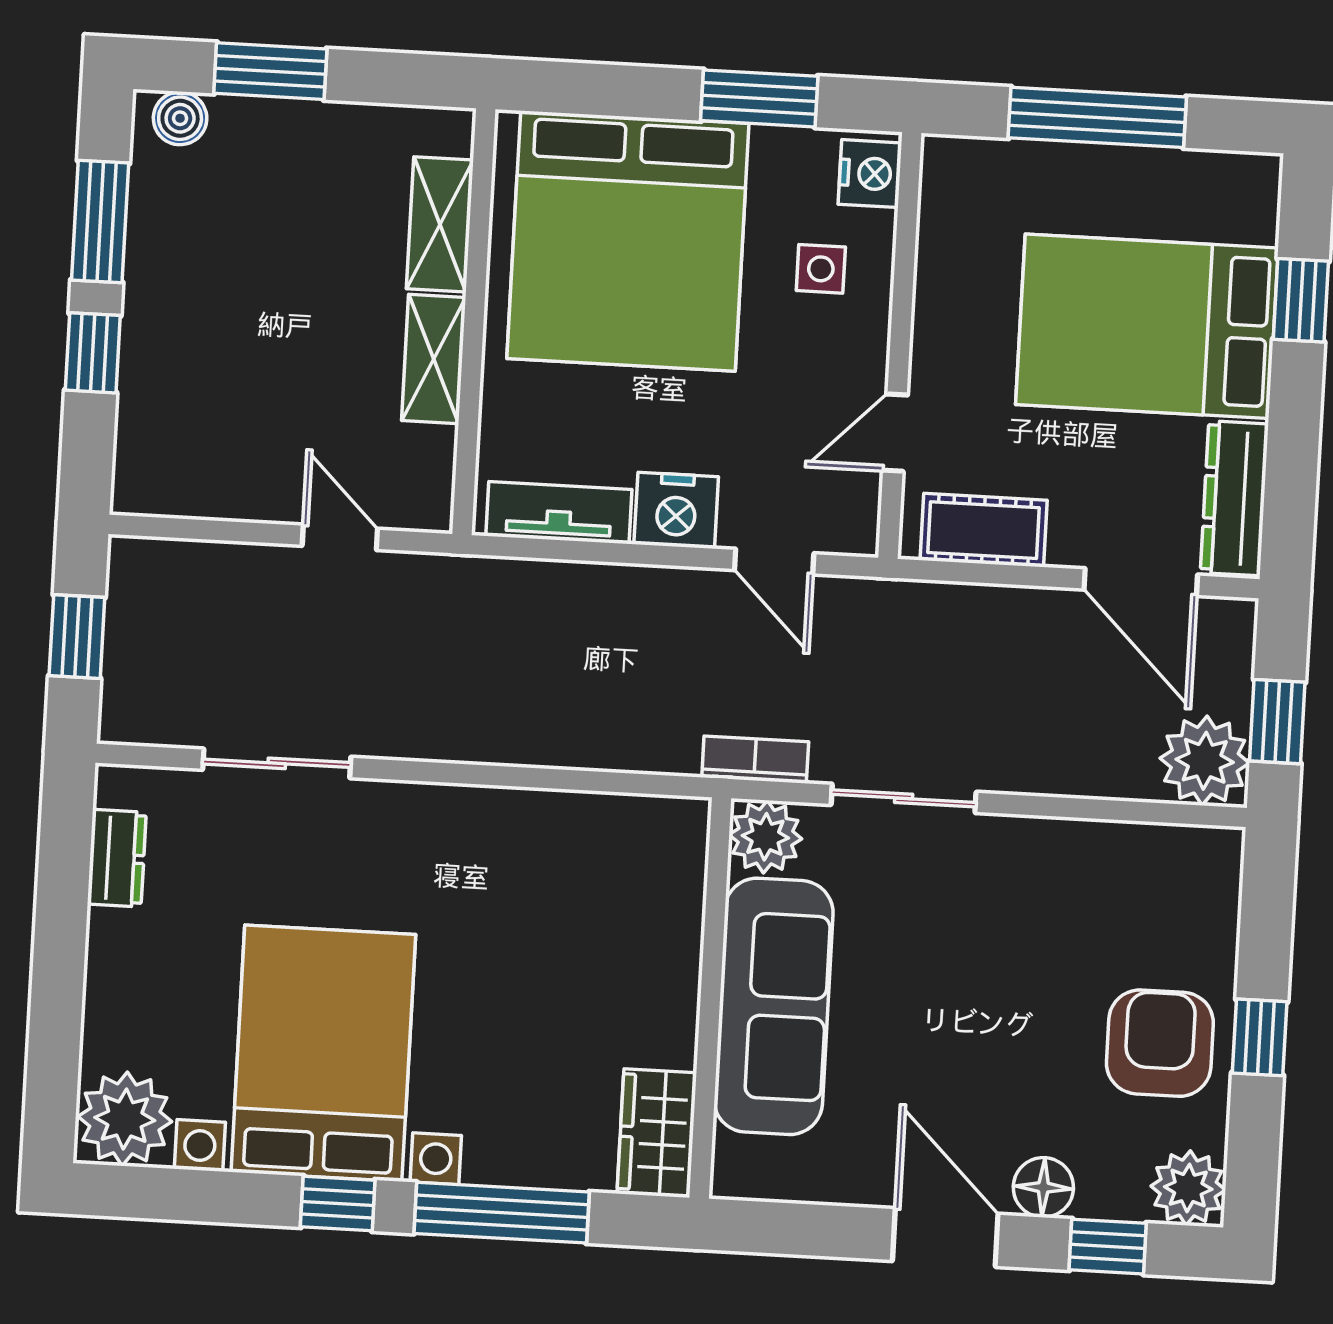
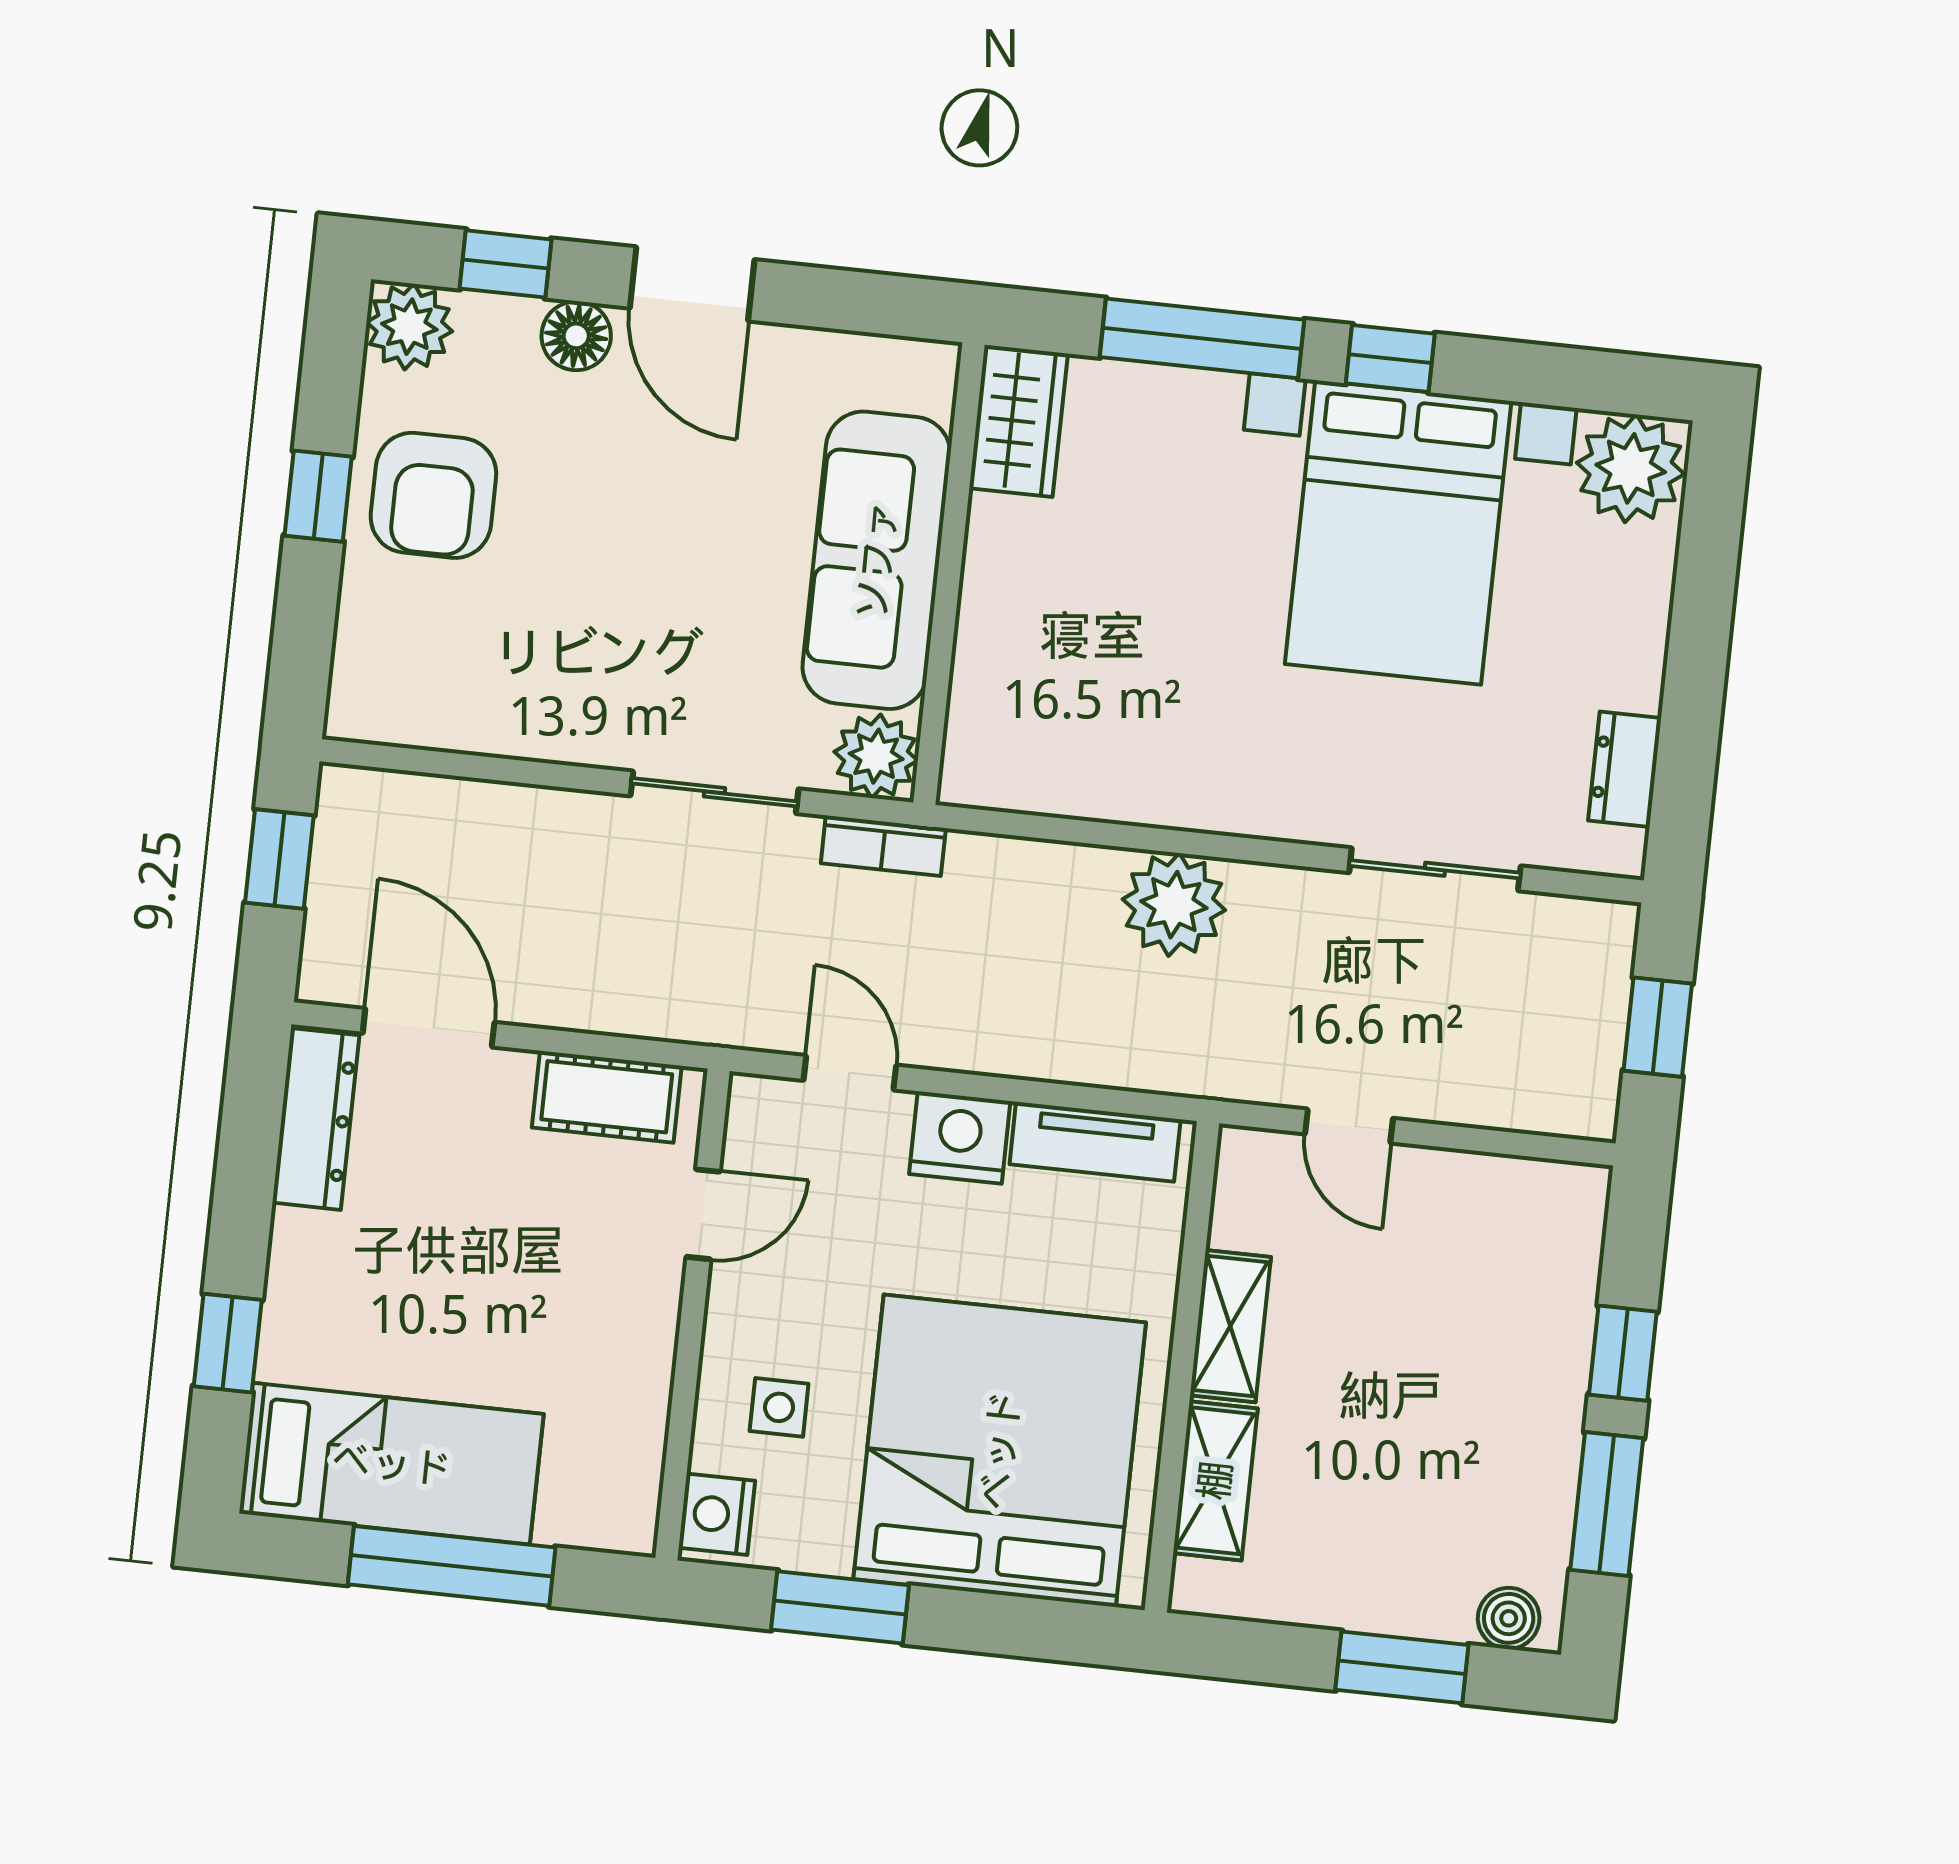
bed: (1147, 326) -> (391, 1464), moved, width x0.67
plant: (1205, 761) -> (1174, 905), moved

